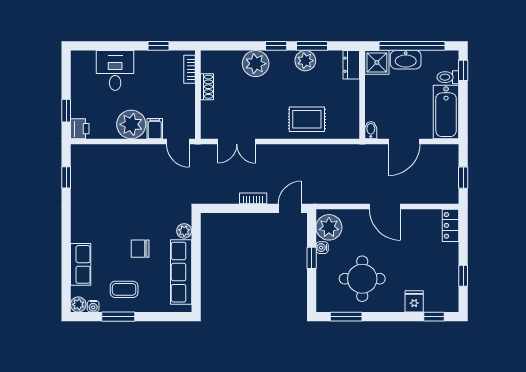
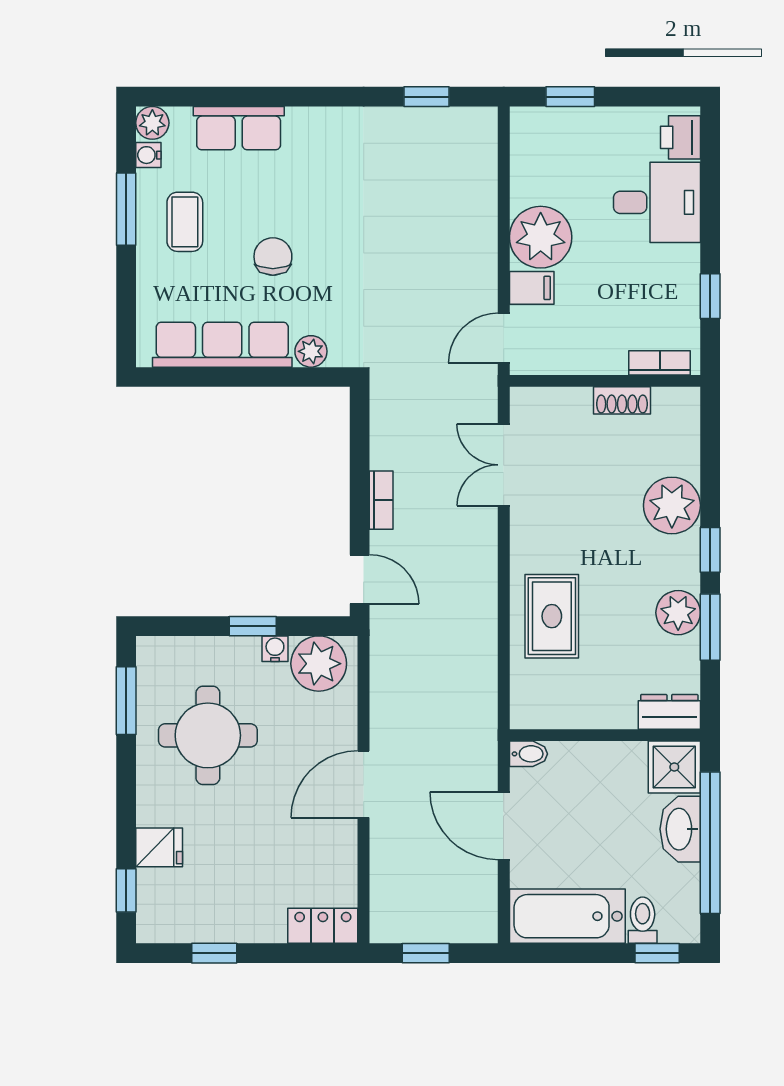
printer: (80, 129) -> (681, 137), moved, turned 90

